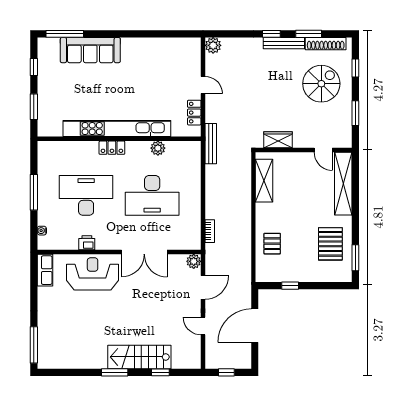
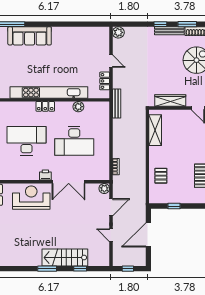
wardrobe: (278, 140) -> (170, 101), width x1.50
printer: (87, 243) -> (45, 175), moved

